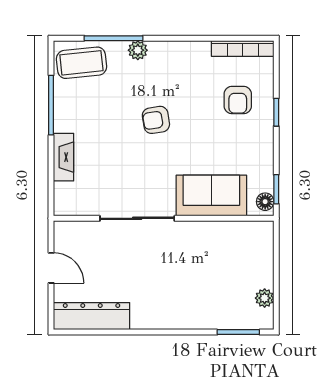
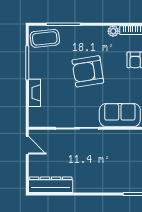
plant: (138, 50) -> (113, 31), moved
armchair: (156, 120) -> (88, 71), width x1.88, depth x1.88
door: (51, 268) -> (27, 145), moved

